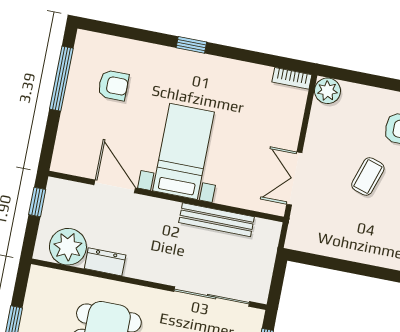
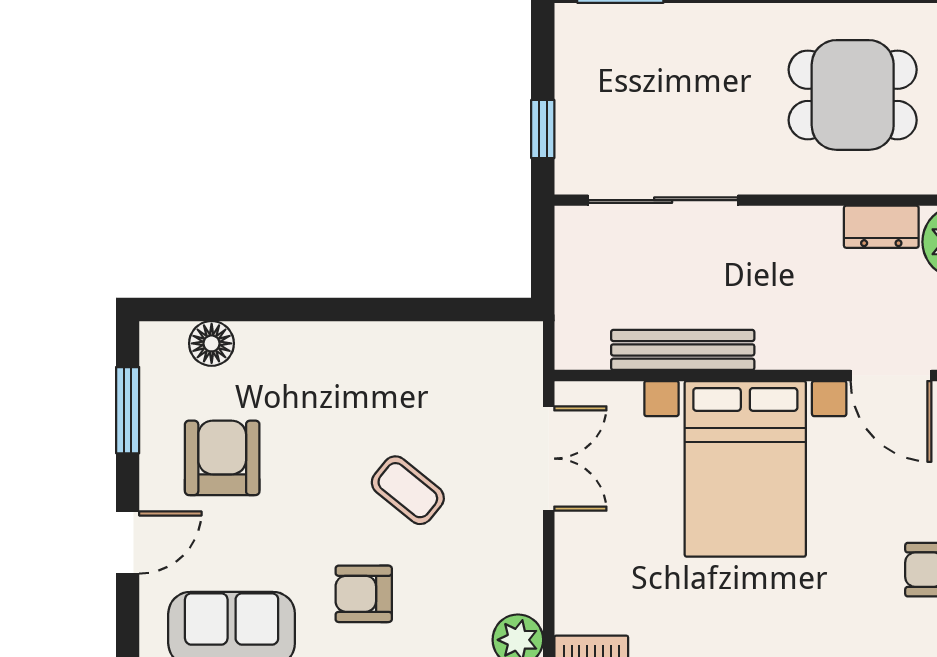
bed with nightstands: (183, 151) -> (745, 469), width x1.36
coffee table: (368, 176) -> (408, 490), turned -69

